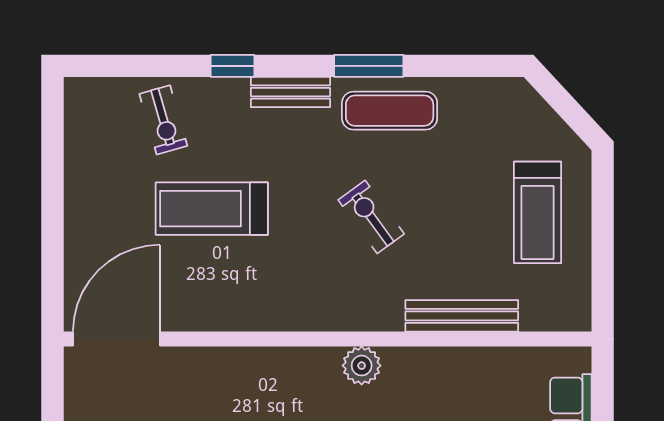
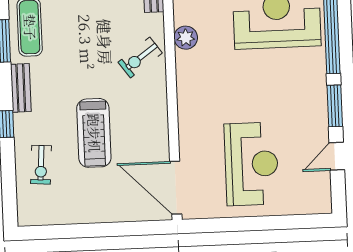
exercise bike: (163, 120) -> (41, 165), turned 110
exercise bike: (371, 217) -> (140, 58), moved

